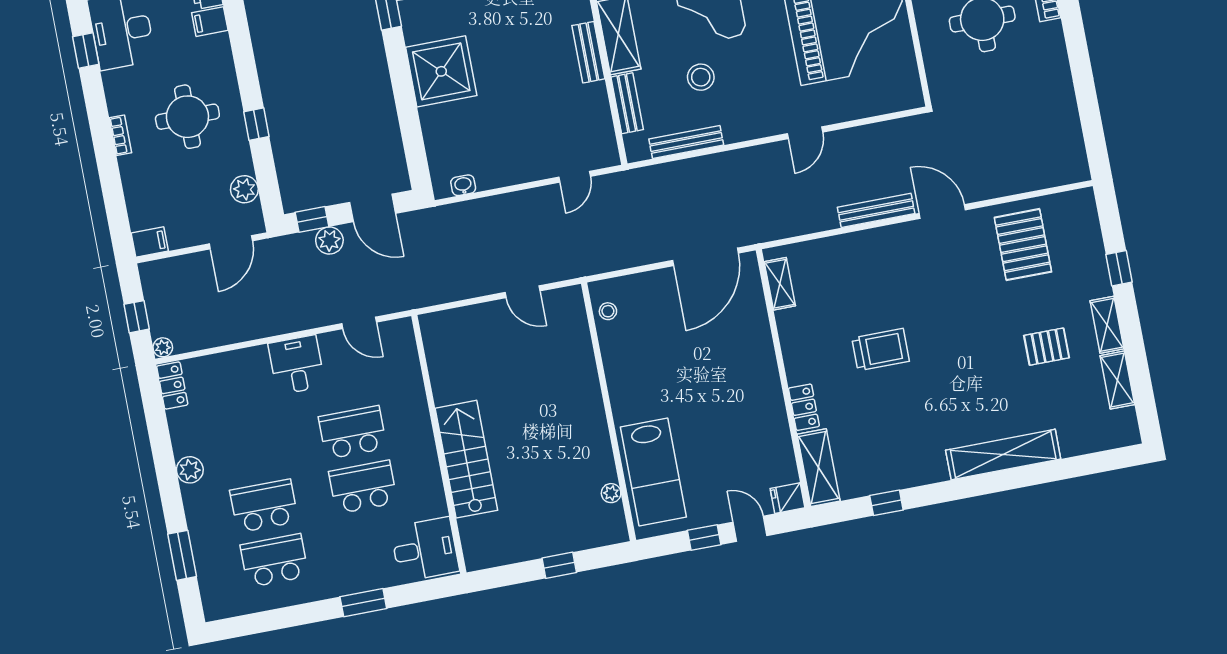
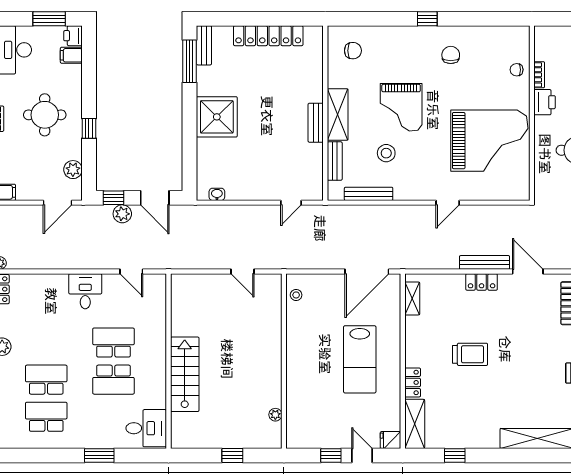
locker: (877, 240) -> (482, 282), added
lab bench: (653, 472) -> (360, 359), moved
school desk: (363, 487) -> (113, 380), turned 180

